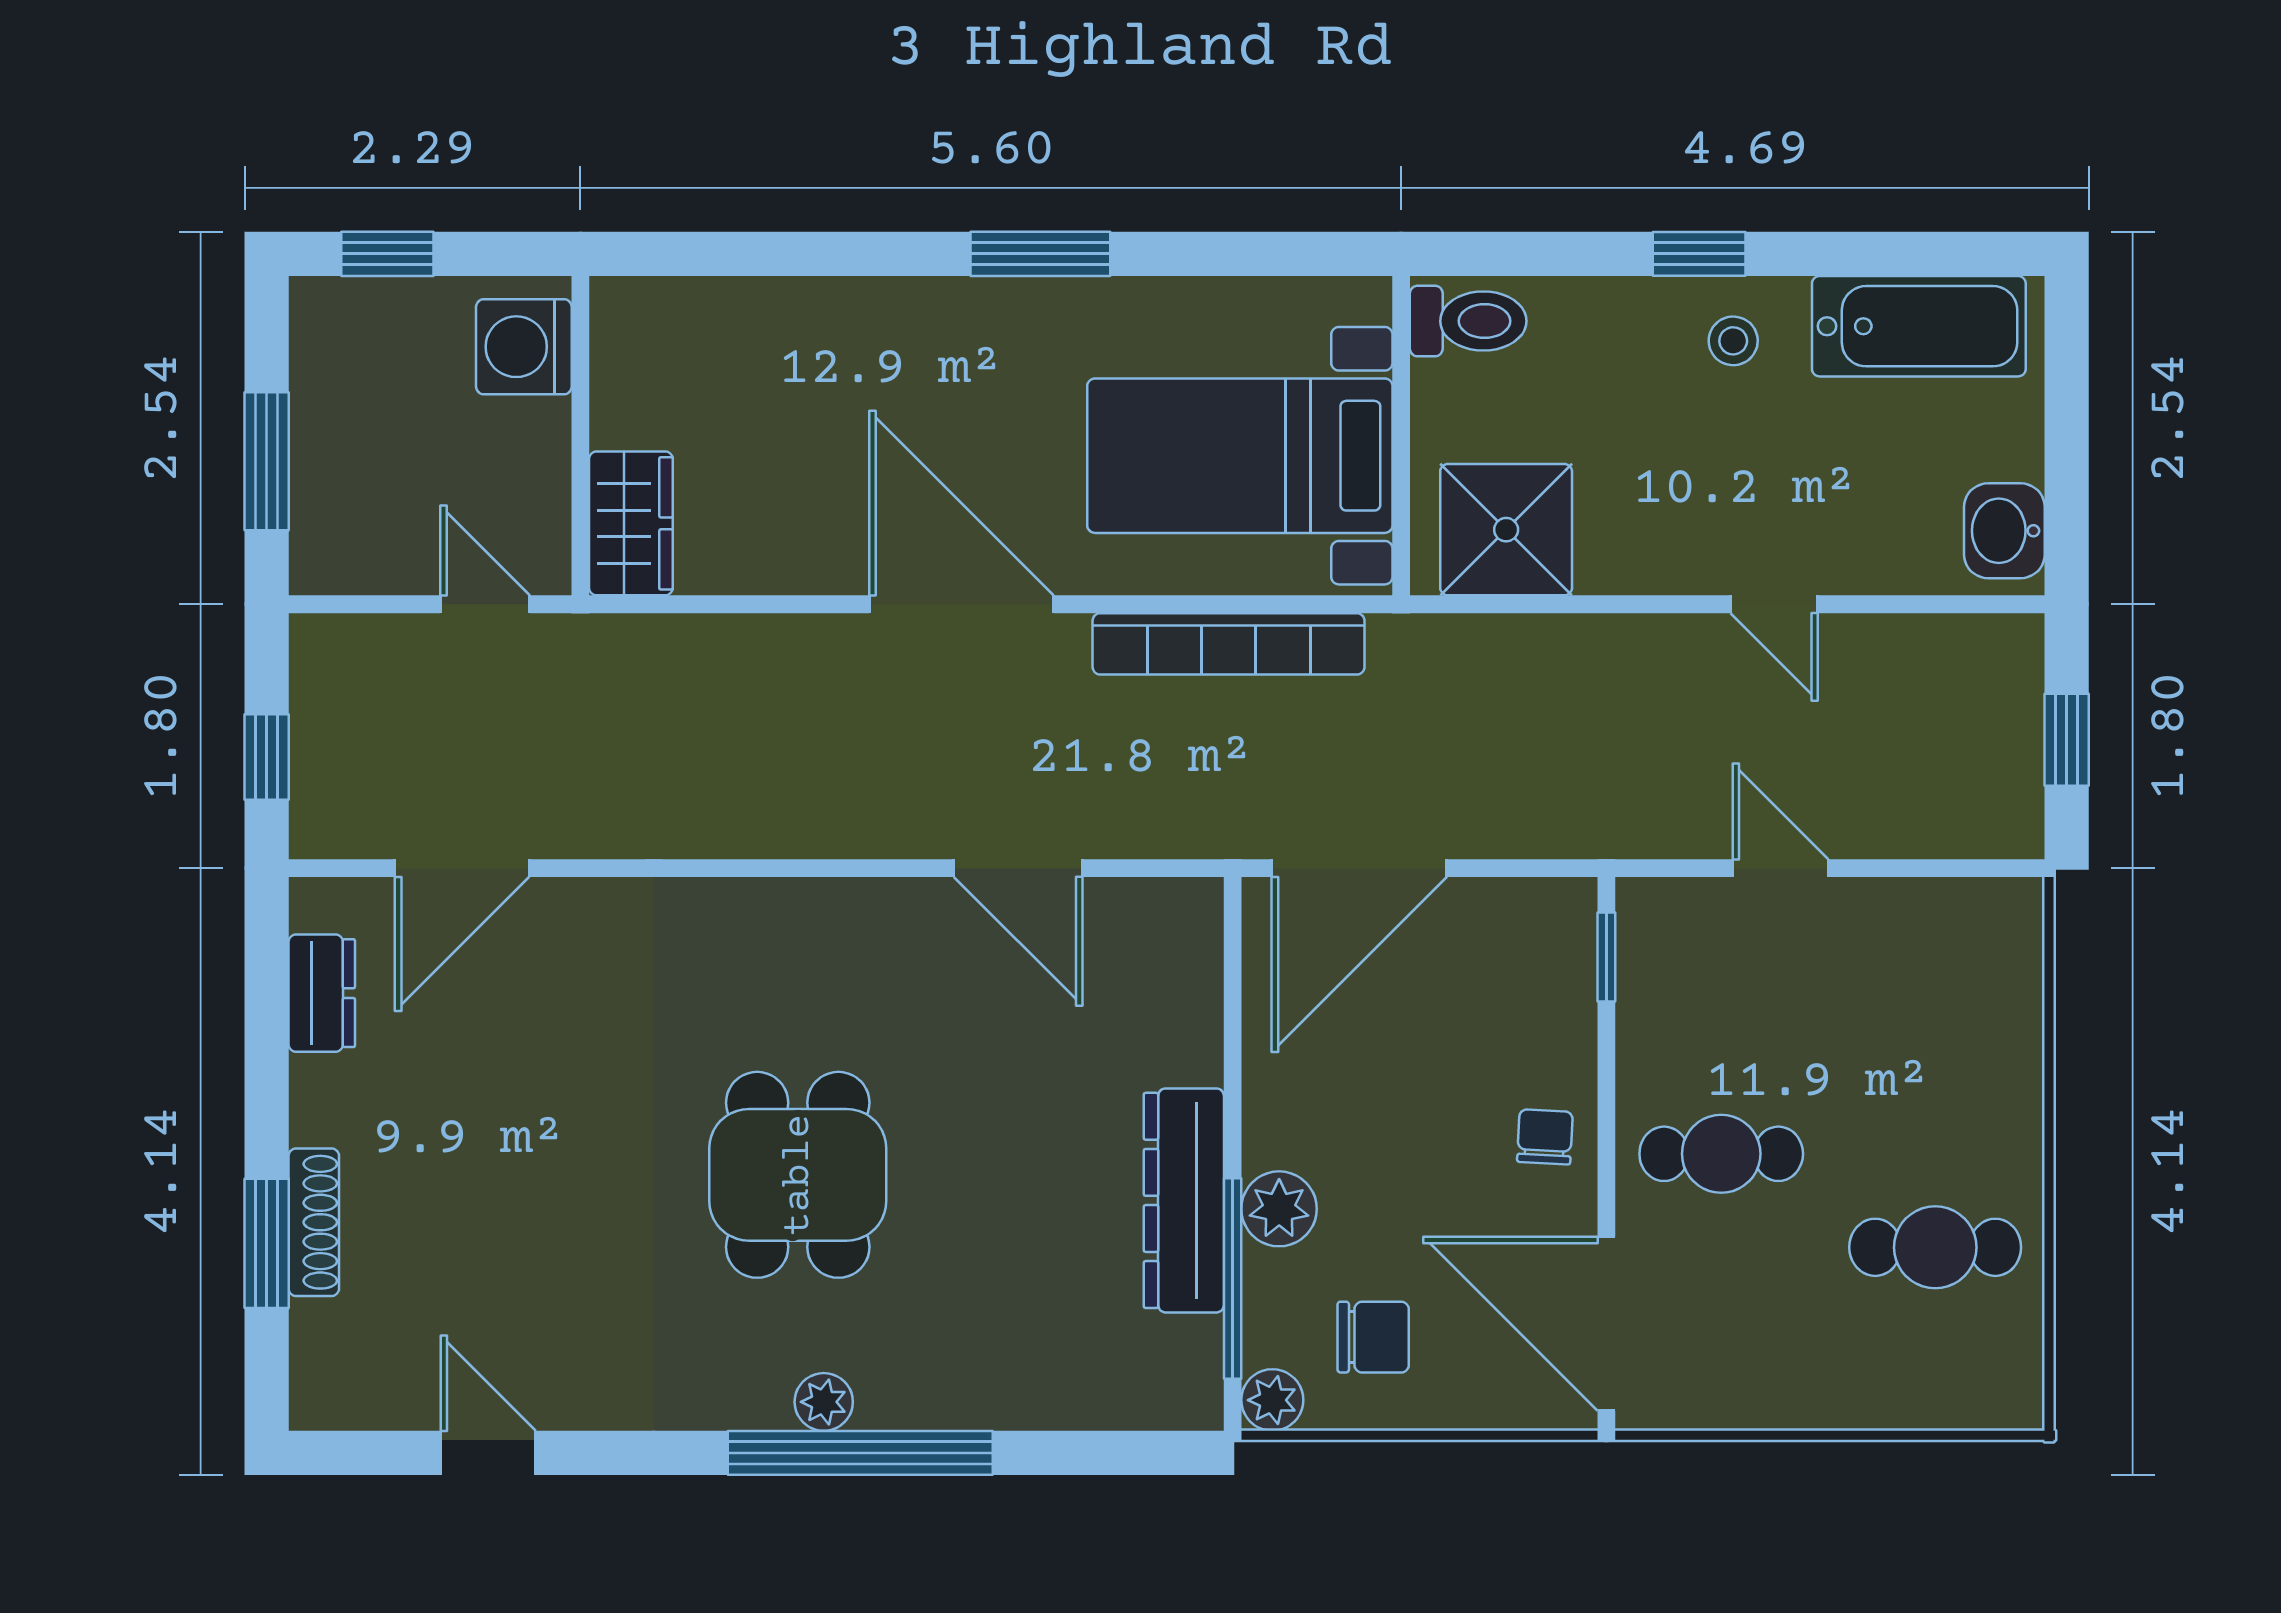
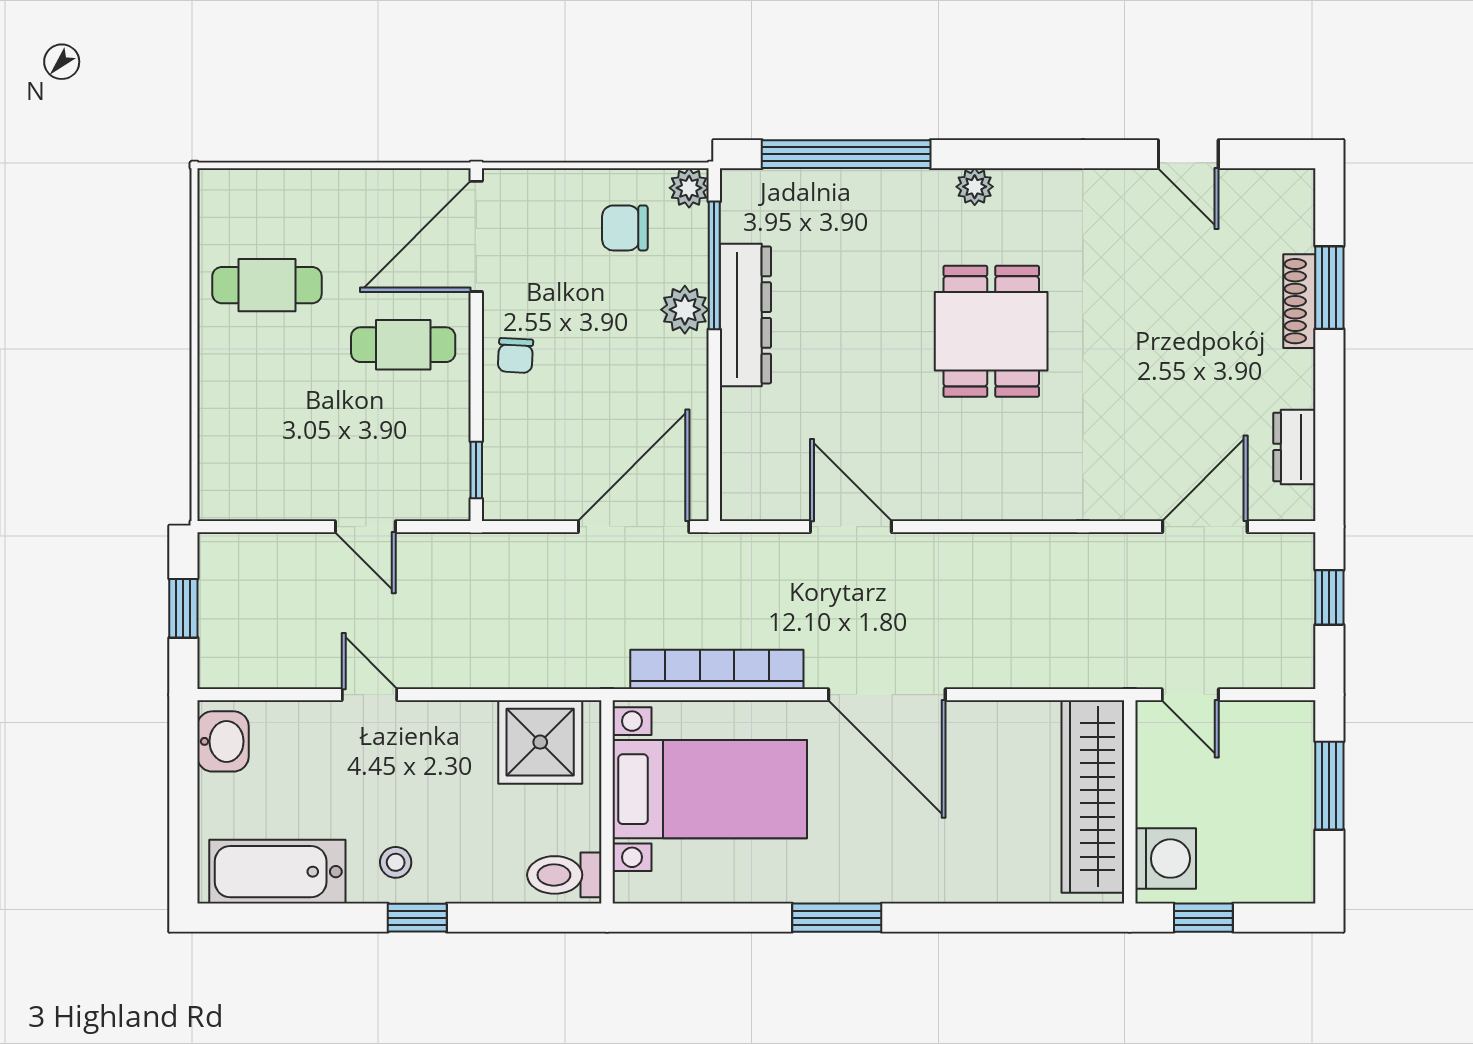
window: (387, 254) -> (1203, 918), moved
wardrobe: (631, 523) -> (1093, 797), width x2.10, depth x1.17
door: (1606, 1324) -> (476, 236), swing flipped
window: (860, 1453) -> (846, 154), moved

